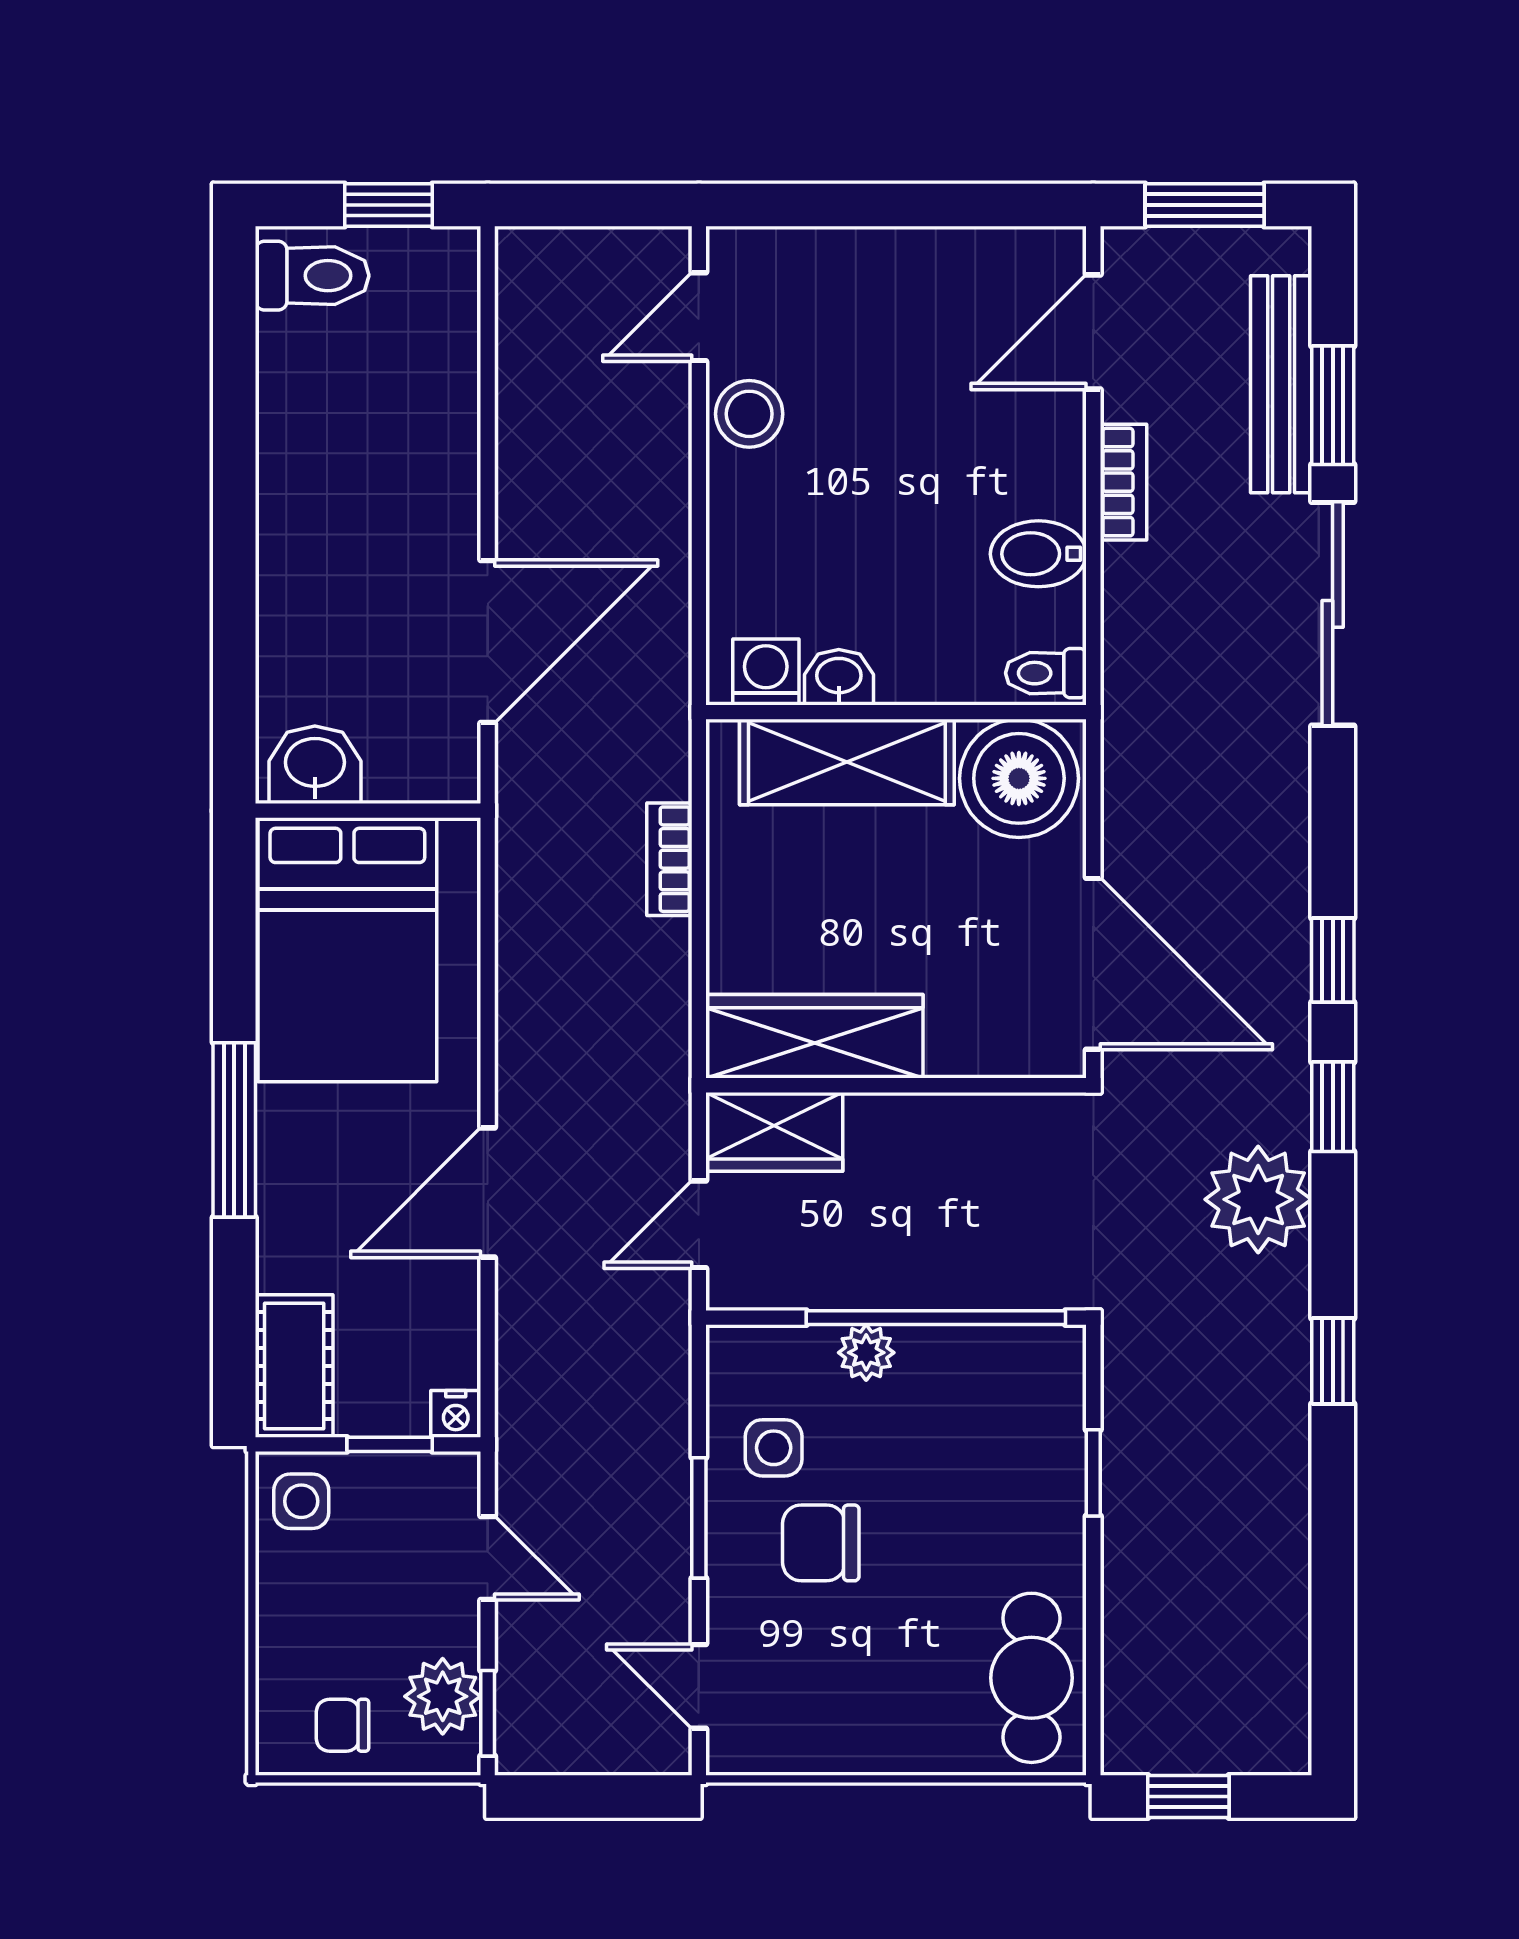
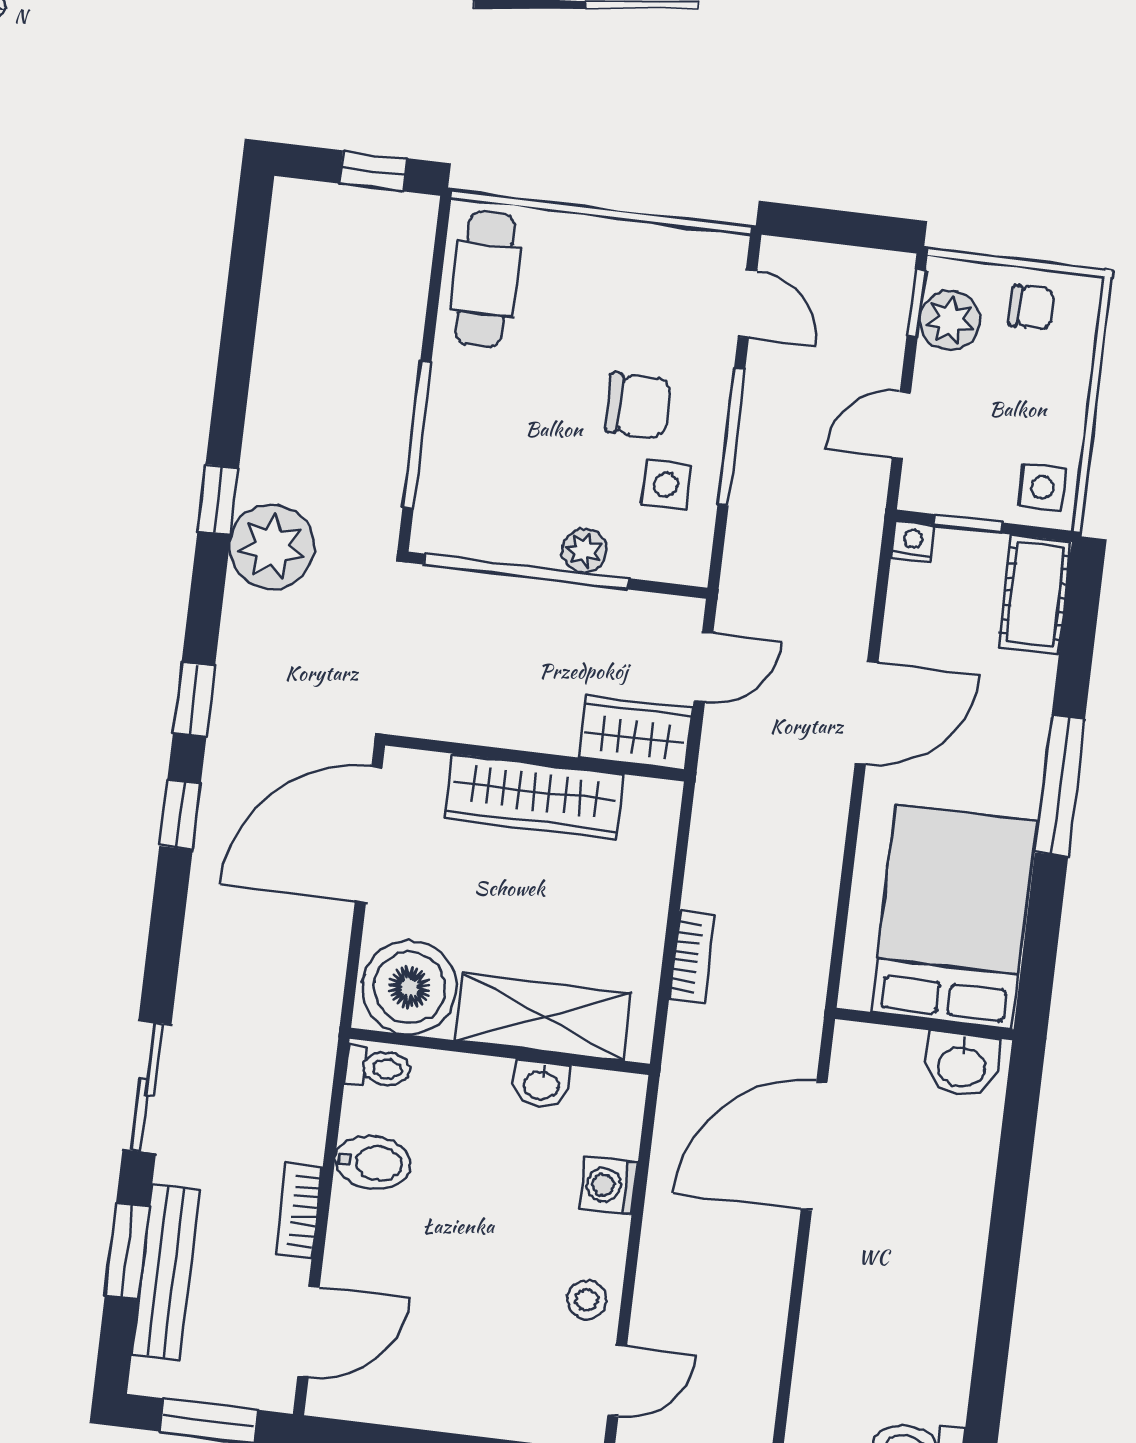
stool: (749, 414) -> (587, 1300), width x0.73, depth x0.73
sliding door: (1333, 614) -> (147, 1087), width x0.73
washing machine: (766, 672) -> (609, 1185), moved, turned 90
door: (1093, 964) -> (369, 835), hinge flipped
wardrobe: (814, 1036) -> (534, 797), moved
plant: (1258, 1199) -> (272, 547), moved
window: (1093, 1473) -> (417, 434), width x2.17
window: (699, 1518) -> (731, 436), width x1.44
door: (488, 1558) -> (901, 425), hinge flipped

